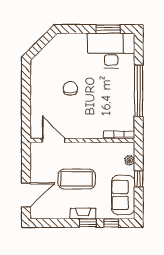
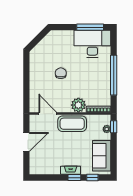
window: (108, 29) -> (90, 27), width x1.44
plant: (93, 130) -> (78, 105), added
coffee table: (77, 179) -> (72, 124), moved
window: (139, 179) -> (114, 127), moved
door: (26, 195) -> (26, 142), moved

